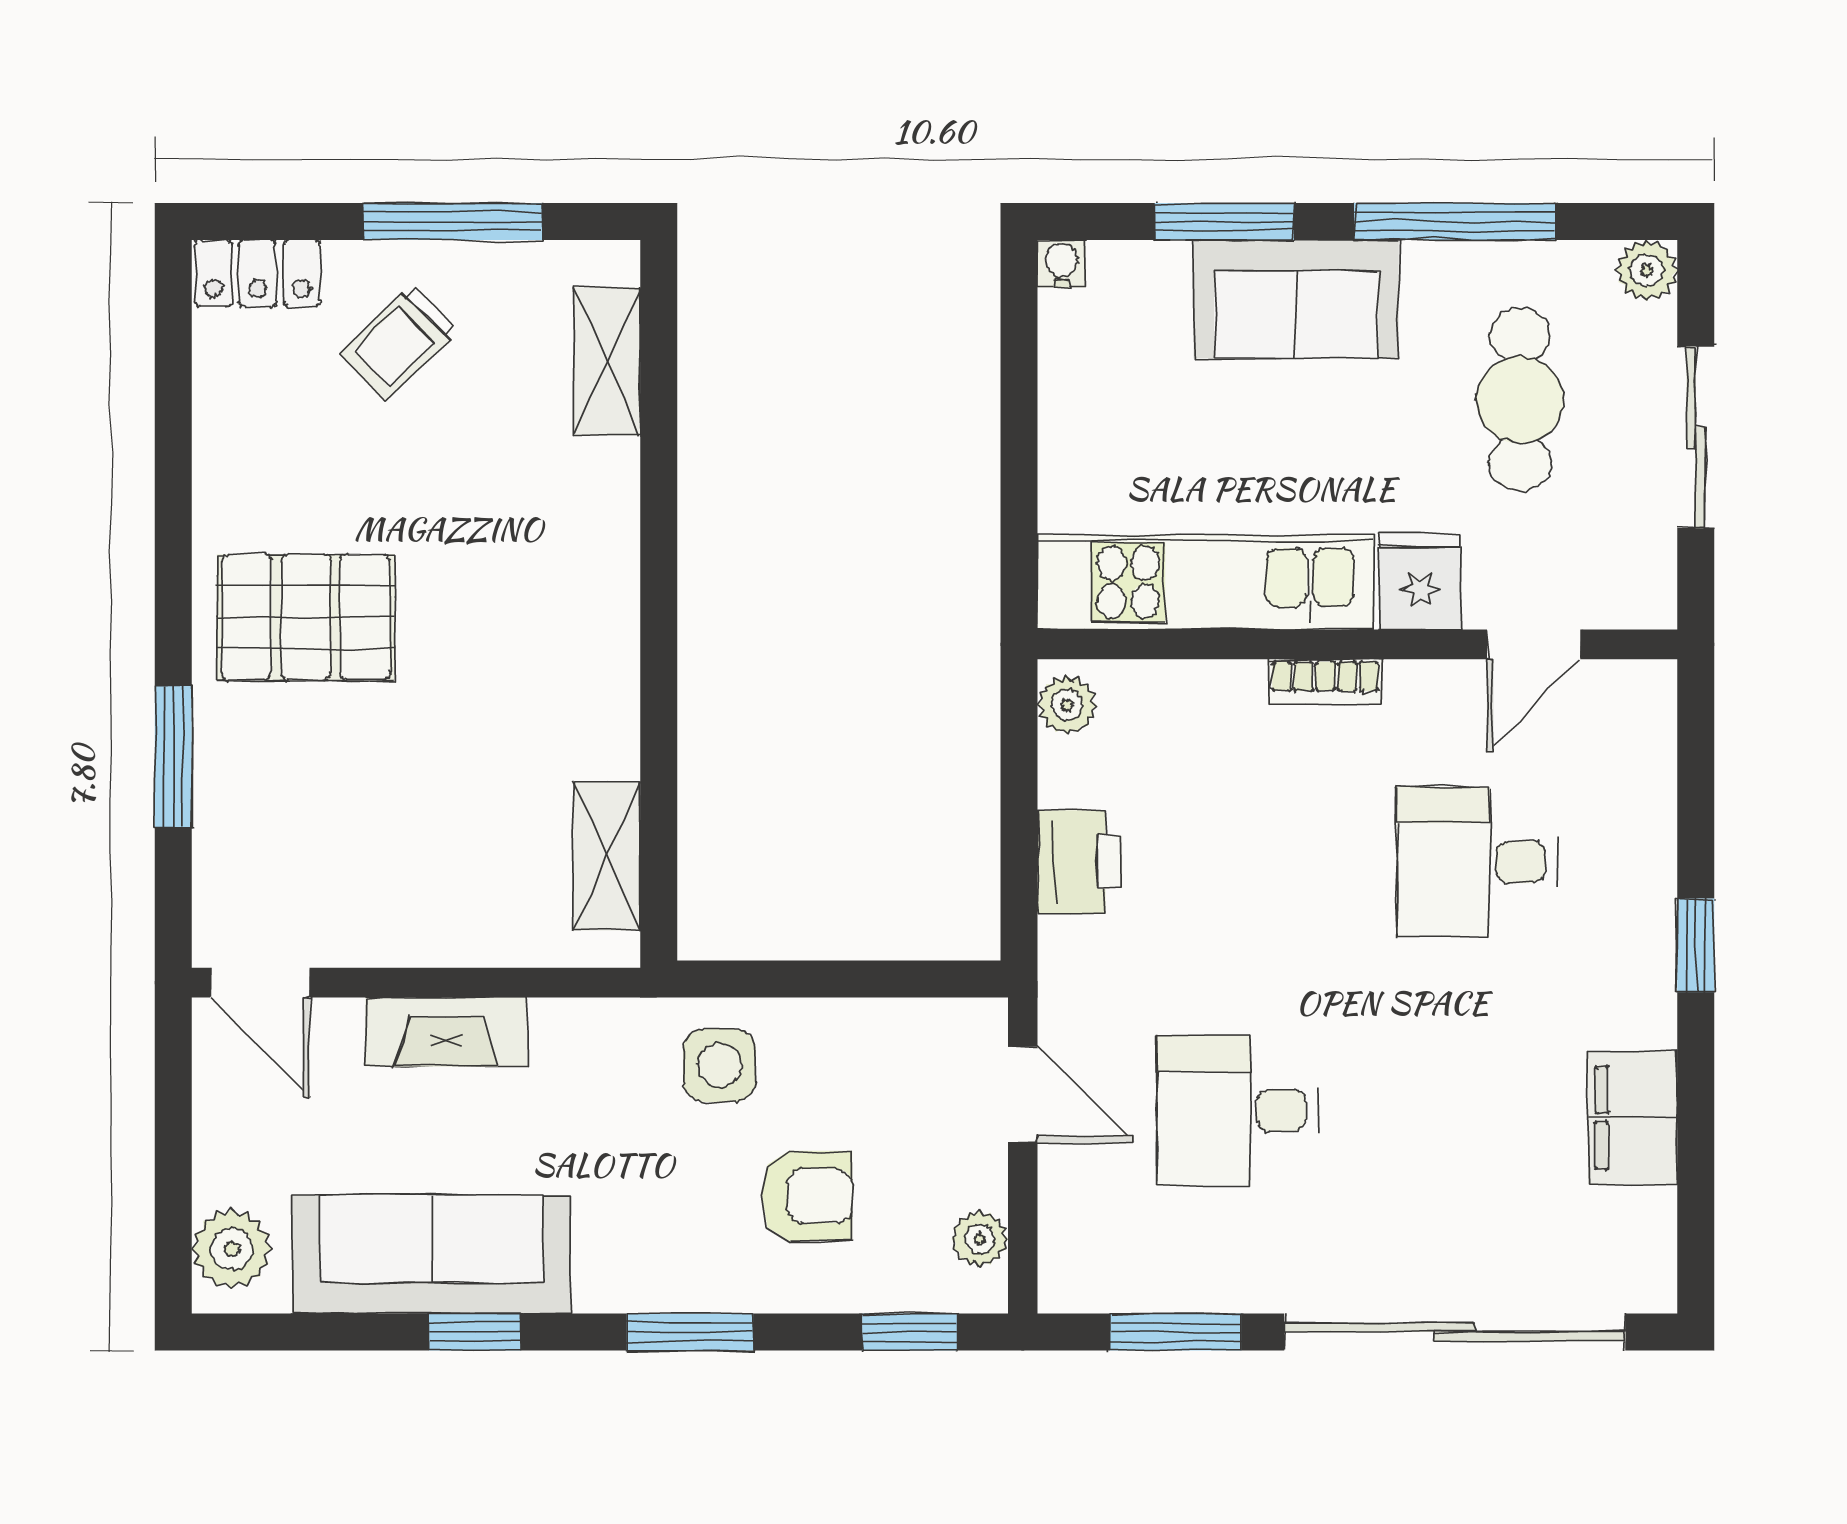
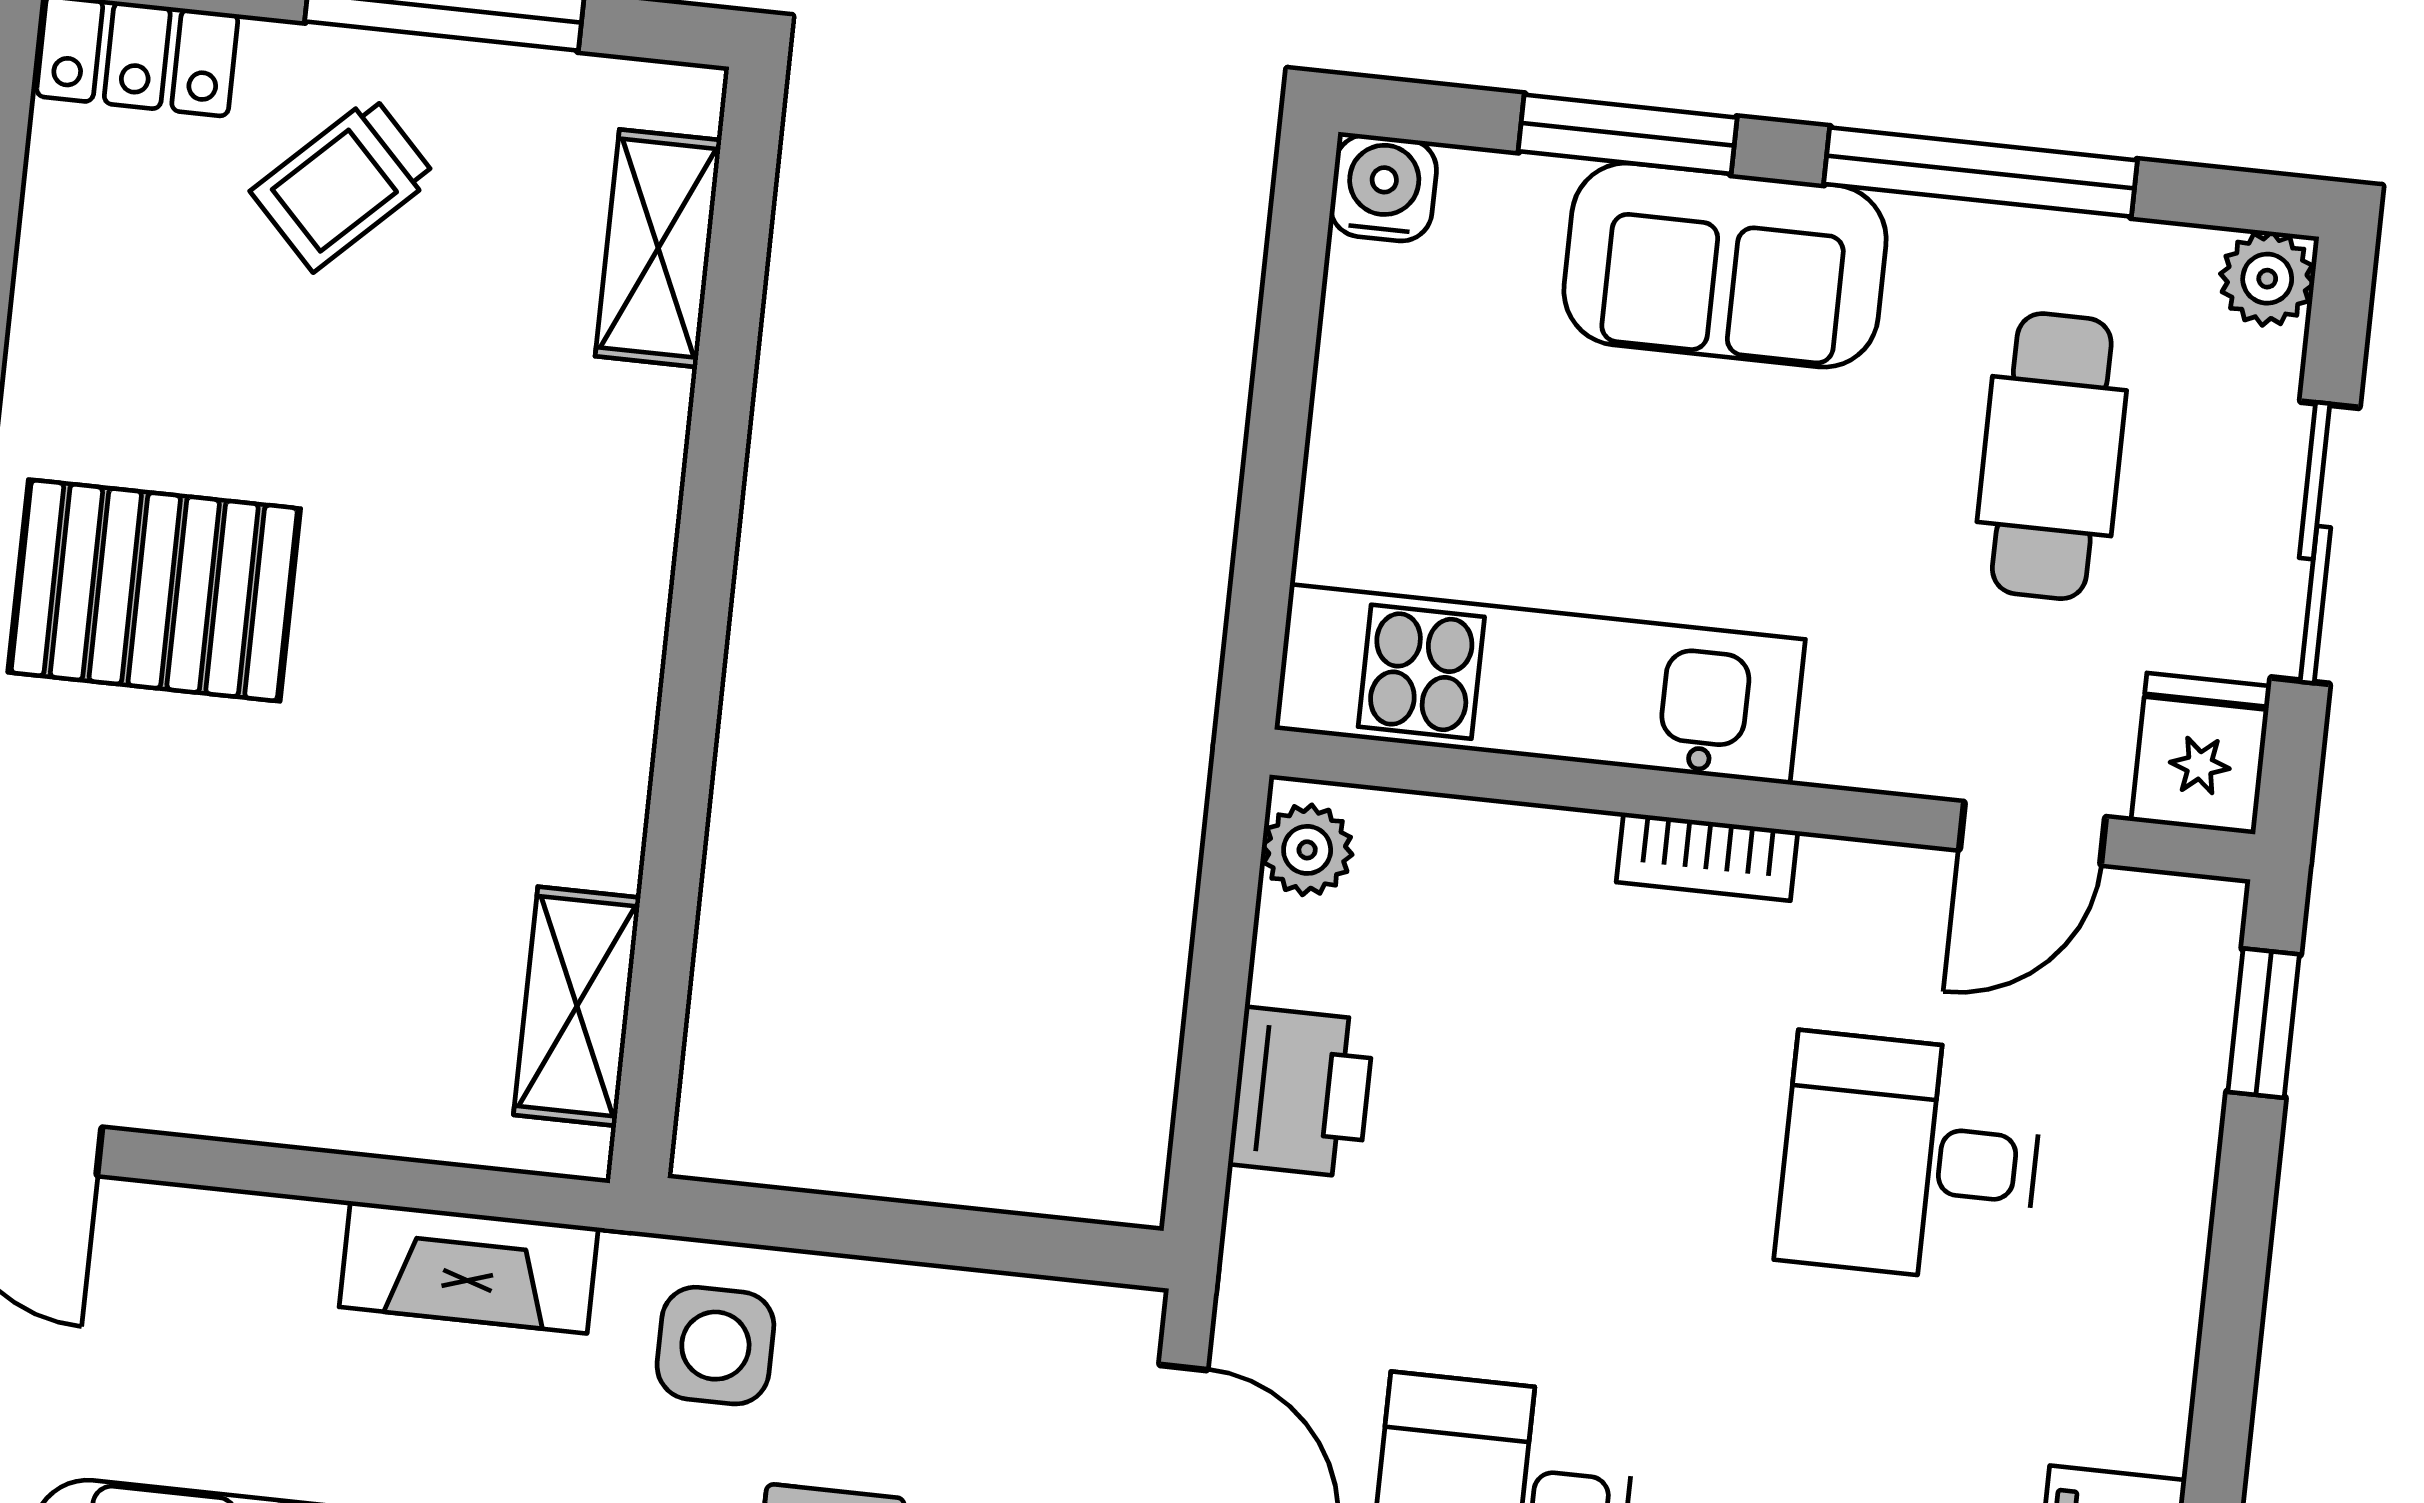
water cooler: (1061, 264) -> (1383, 188), width x1.38, depth x1.38
fridge: (1420, 581) -> (2201, 754), moved
window: (1696, 945) -> (2264, 1023), moved
fireplace: (446, 1032) -> (469, 1267), moved

